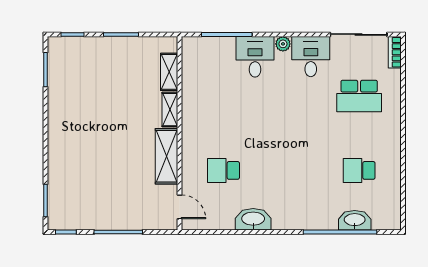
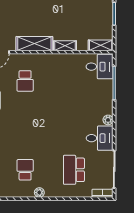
desk: (255, 57) -> (100, 67), moved
shelving: (169, 72) -> (101, 45), moved
plant: (394, 149) -> (39, 193), added
school desk: (223, 170) -> (25, 81), turned 180

